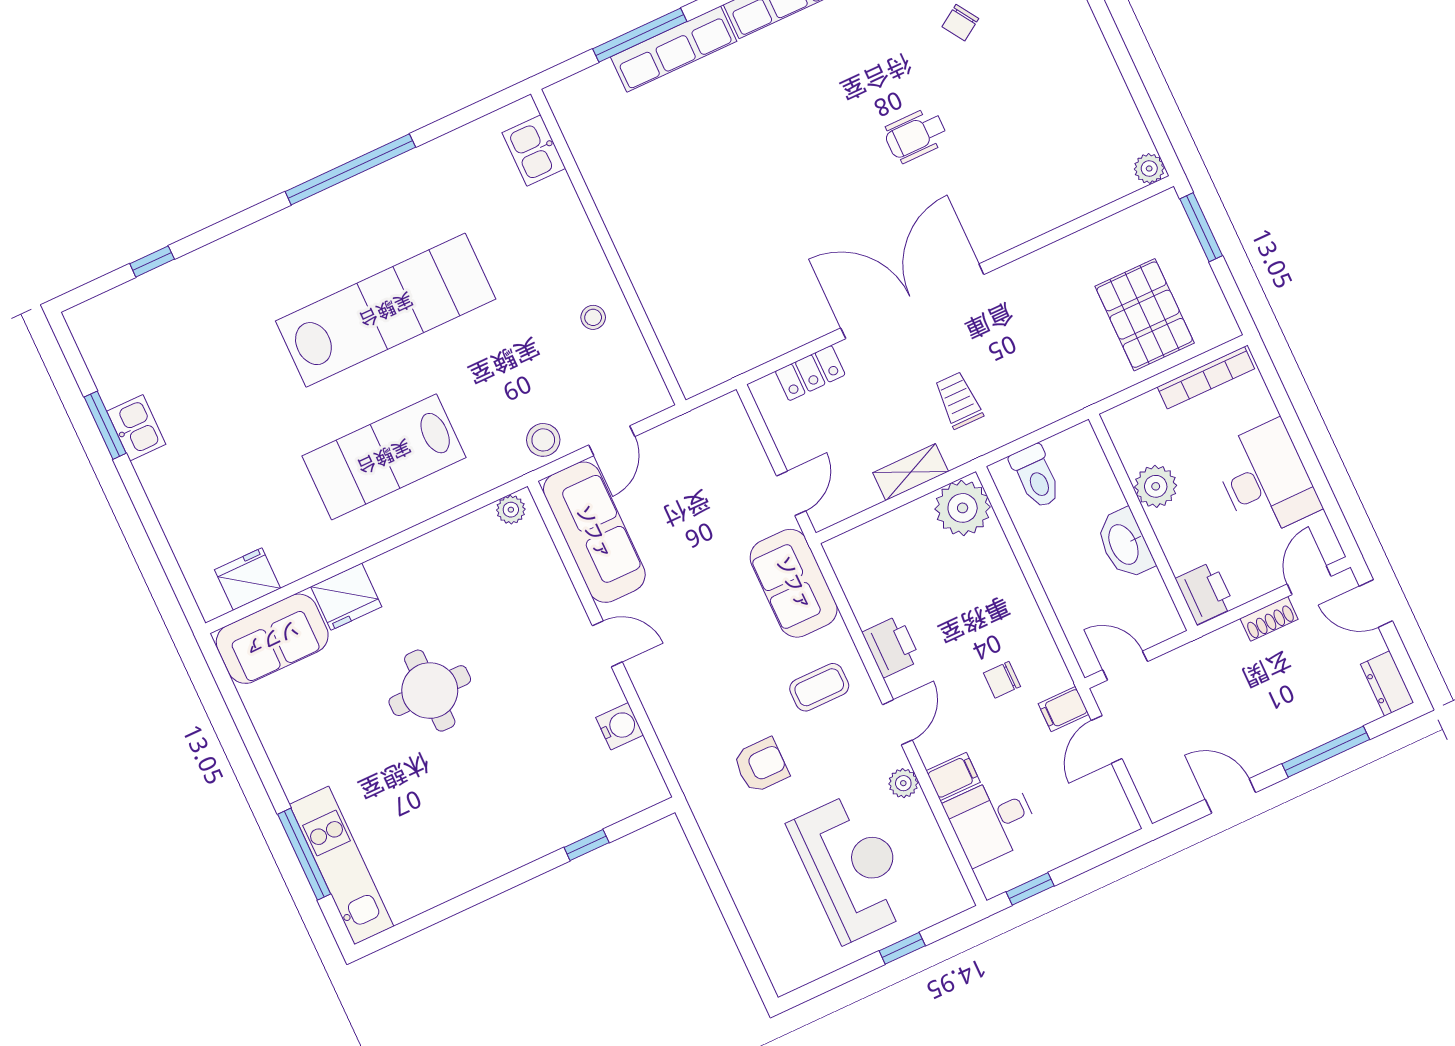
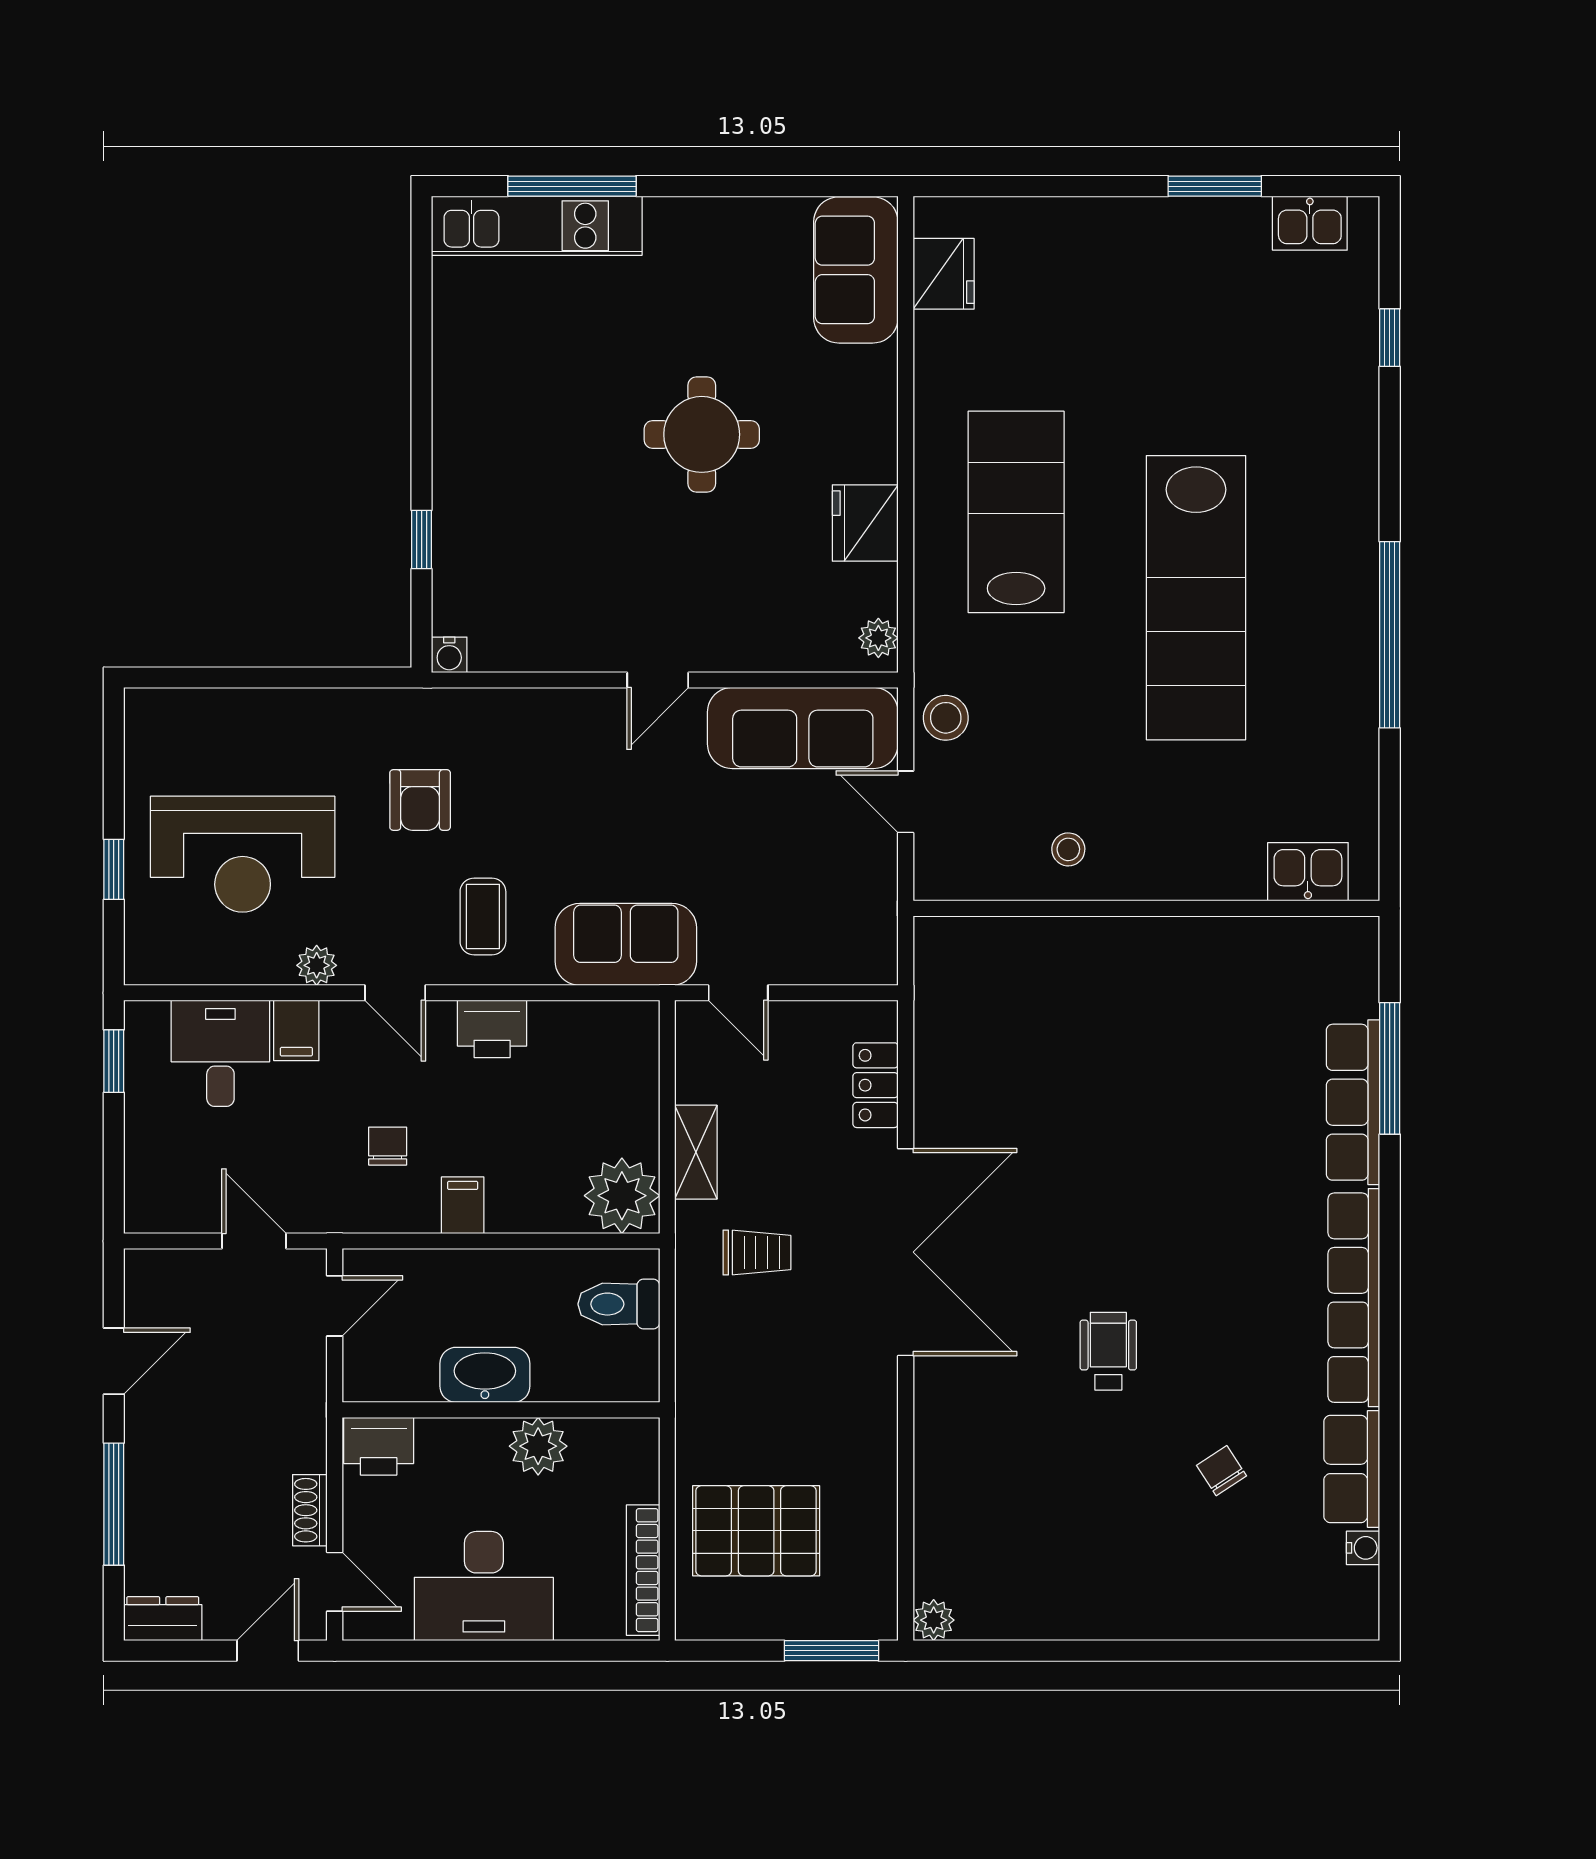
kitchen sink: (136, 428) -> (1310, 223), moved
fridge: (346, 597) -> (865, 523), moved
filing cabinet: (1064, 709) -> (463, 1205), moved
water cooler: (620, 726) -> (449, 655), moved, width x0.72, depth x0.72

